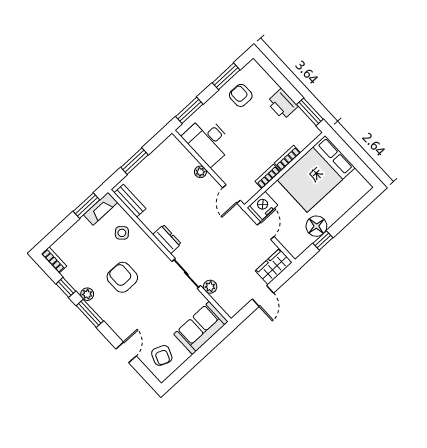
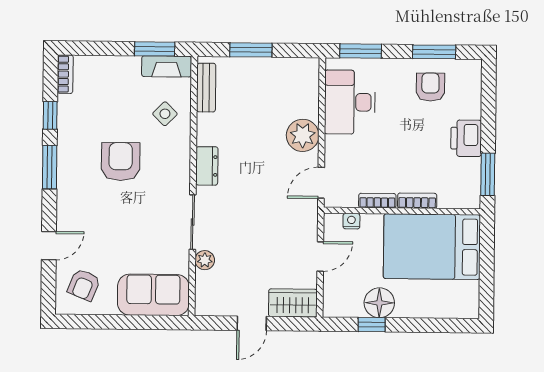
plant: (200, 172) -> (303, 135), width x1.88, depth x1.88
nightstand: (264, 205) -> (351, 221), width x0.53, depth x0.56
plant: (87, 294) -> (66, 144), removed

